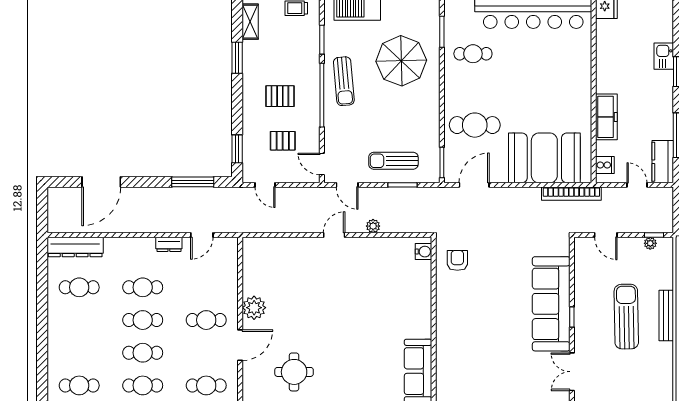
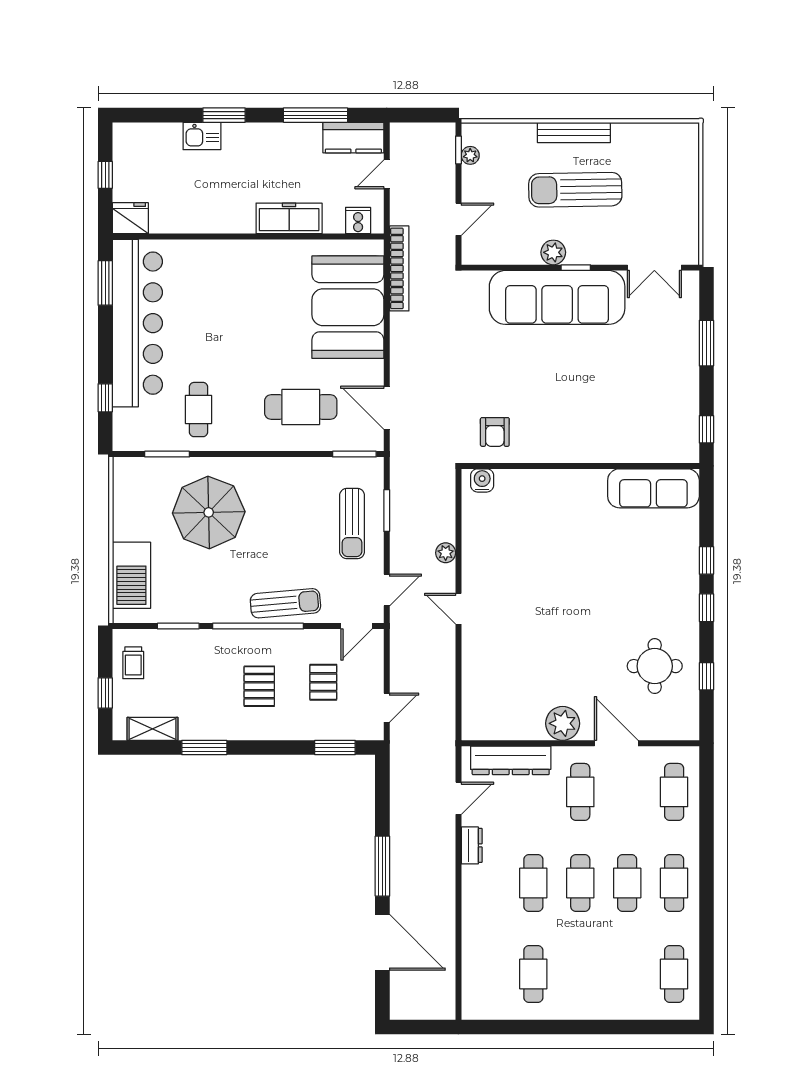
sun lounger: (344, 81) -> (285, 603), moved
cafe table: (475, 125) -> (301, 407), turned 90
window: (193, 182) -> (382, 866), moved
door: (202, 235) -> (458, 798), hinge flipped
dresser: (75, 247) -> (511, 760), moved, turned 90
armchair: (457, 260) -> (495, 432), turned -90
plant: (583, 301) -> (553, 252), added

